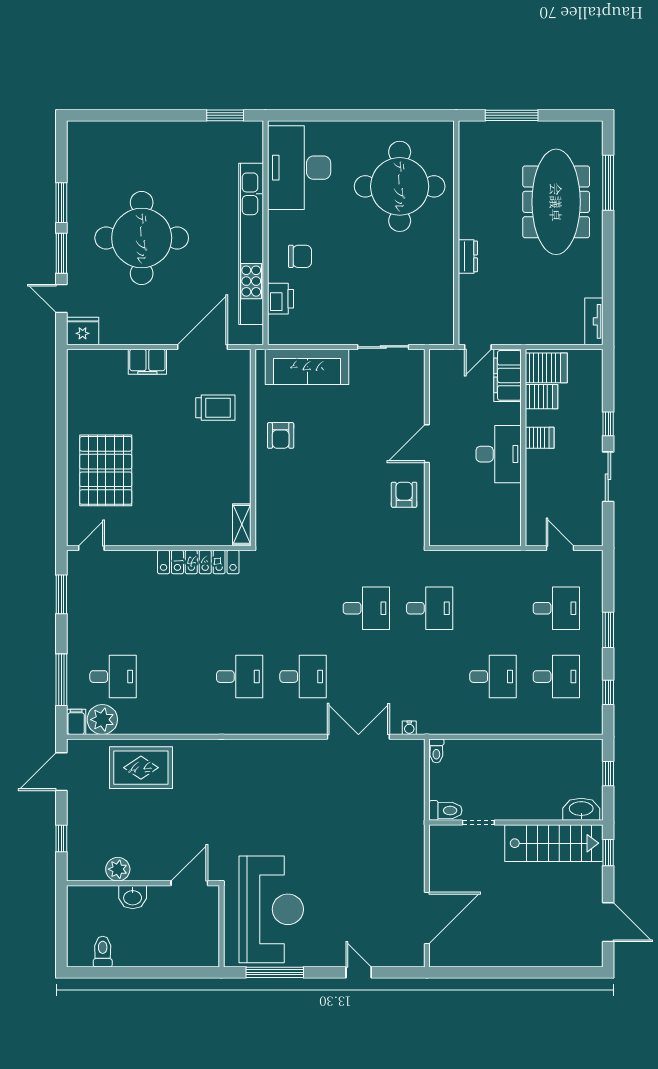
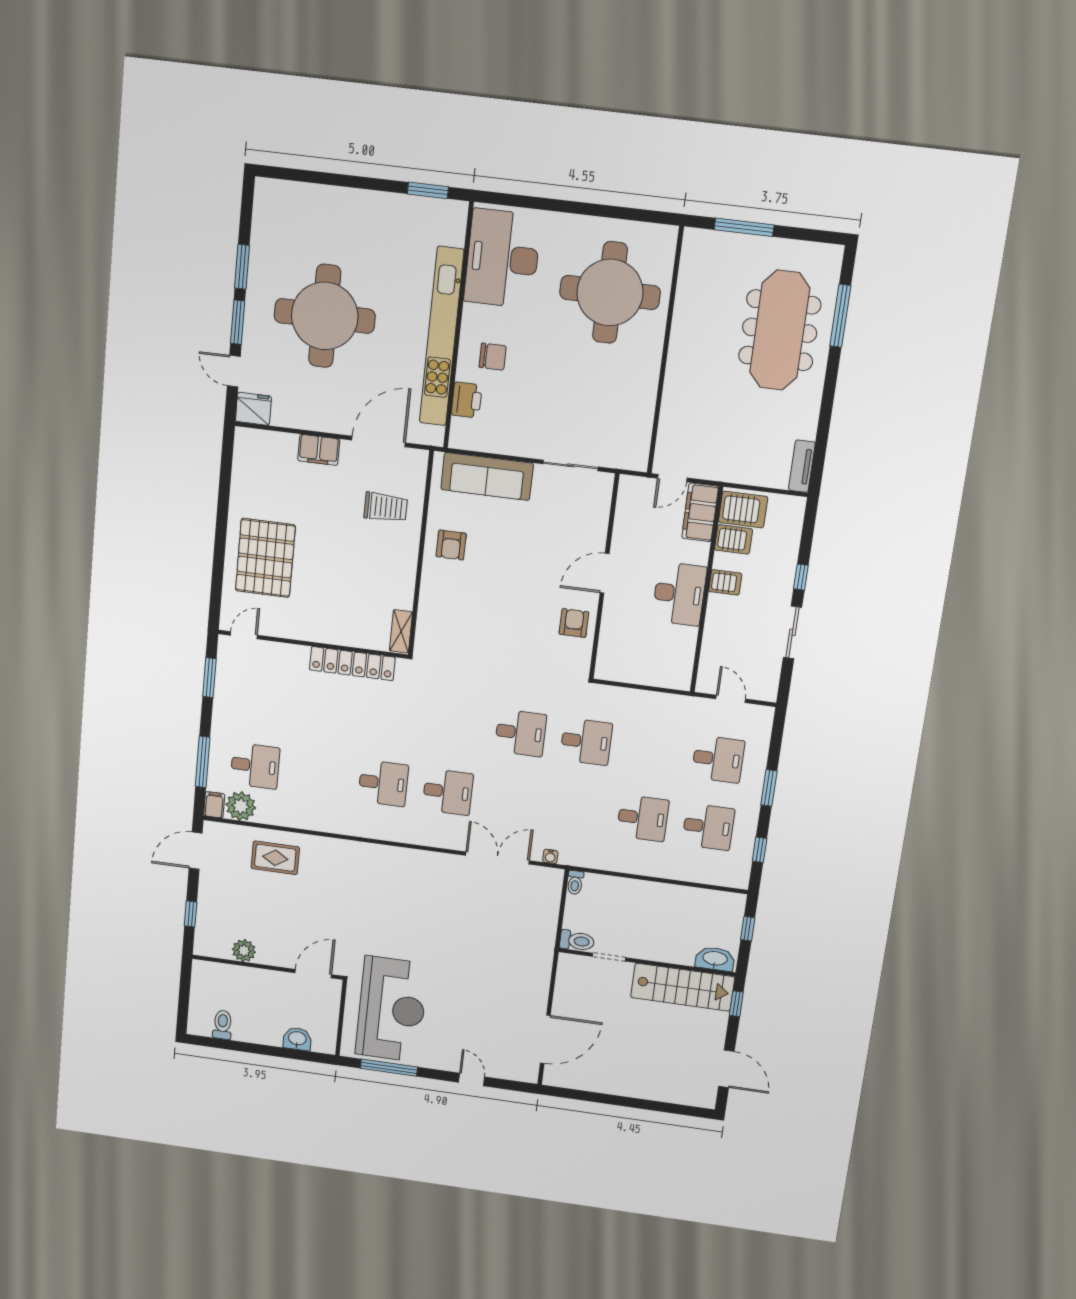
dresser: (468, 256) -> (674, 379), removed
rug: (141, 768) -> (275, 858), width x0.73, depth x0.70
washbasin: (133, 897) -> (297, 1039), moved, turned 180

